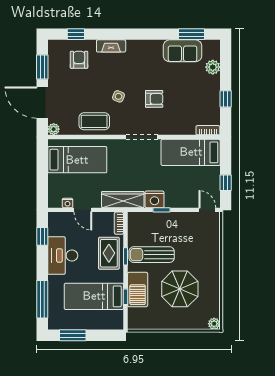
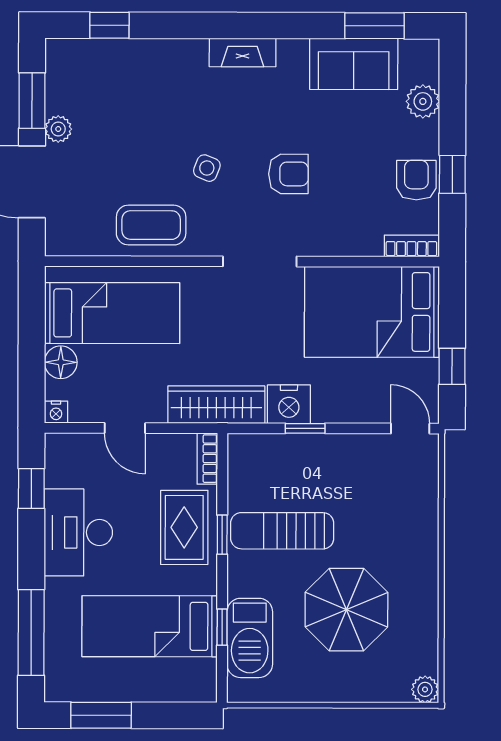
fireplace: (111, 46) -> (243, 53), moved
armchair: (79, 60) -> (416, 180), moved
plant: (54, 129) -> (58, 129), moved
bed: (191, 152) -> (372, 312), width x1.50
floor lamp: (55, 181) -> (61, 362), added
nightstand: (68, 203) -> (56, 412), moved
barbecue: (138, 289) -> (250, 638), moved

